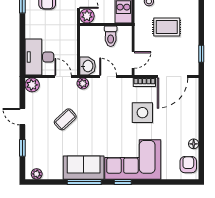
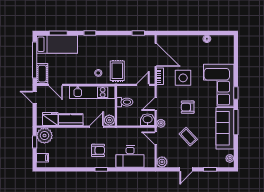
rug: (167, 27) -> (117, 71), moved
desk: (39, 57) -> (130, 156), moved
door: (133, 60) -> (143, 85), hinge flipped
door: (63, 77) -> (156, 138), hinge flipped
armchair: (188, 165) -> (188, 107), moved
sofa: (84, 168) -> (225, 128), width x1.36

